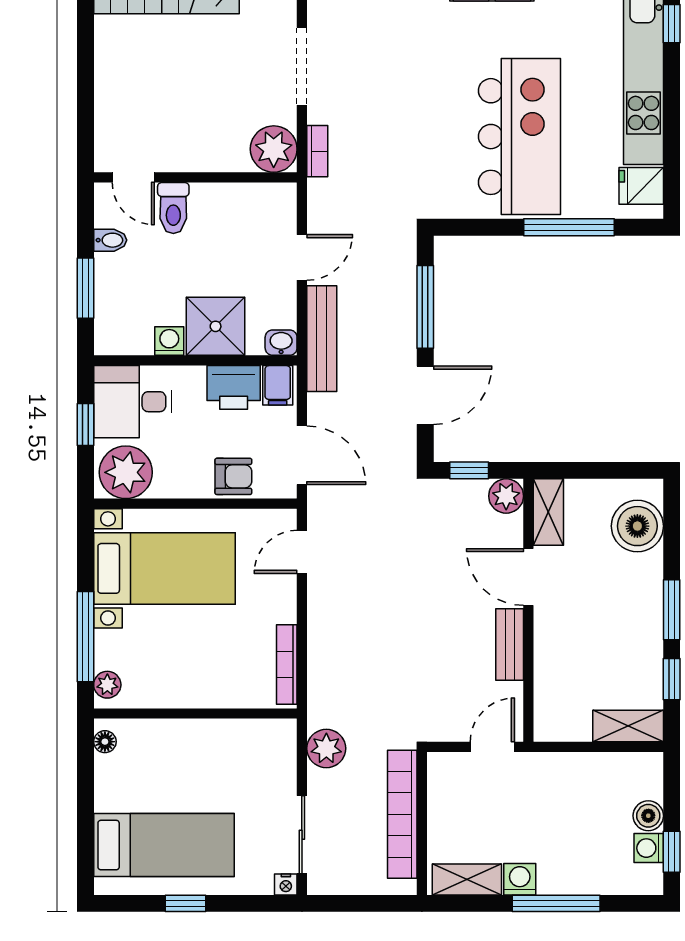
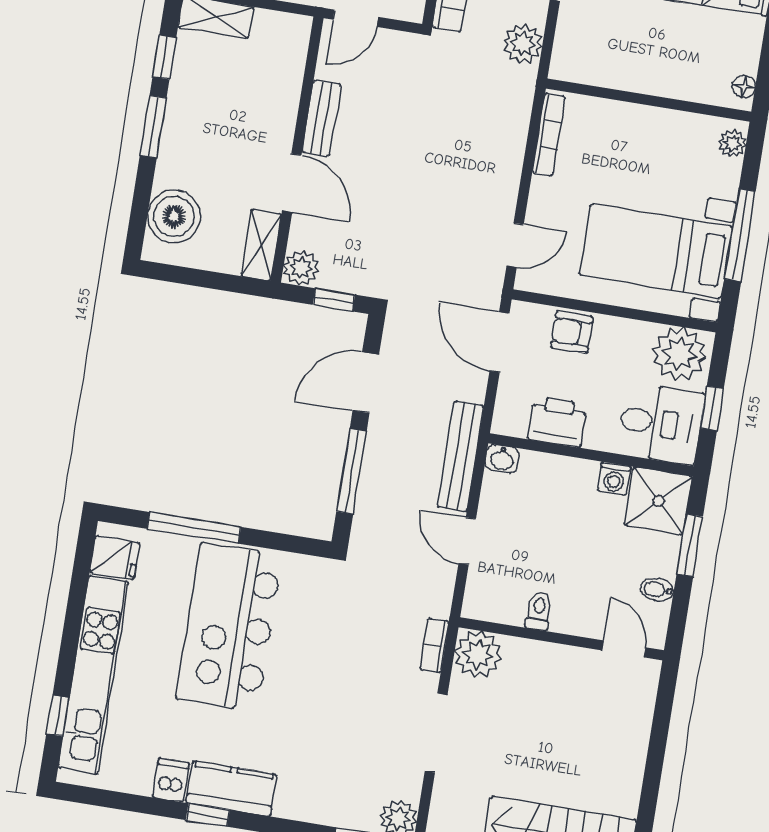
toilet: (173, 208) -> (539, 611), moved, width x0.73, depth x0.72
door: (302, 257) -> (467, 541), hinge flipped
shower: (216, 326) -> (658, 501), moved
filing cabinet: (278, 385) -> (512, 416), removed
window: (85, 637) -> (740, 235), moved

